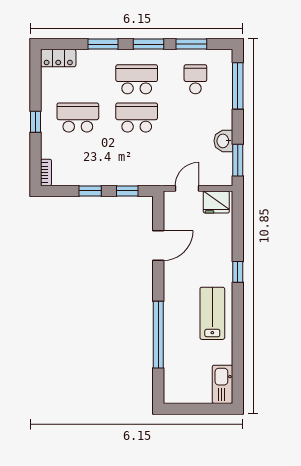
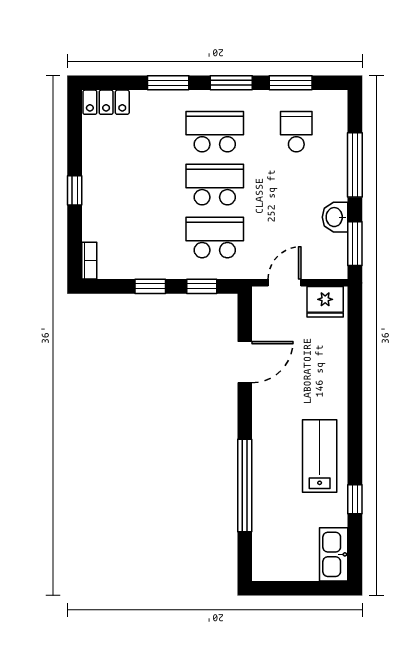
window: (238, 86) -> (355, 165), moved
school desk: (78, 117) -> (215, 238), moved
window: (238, 272) -> (355, 499), moved

